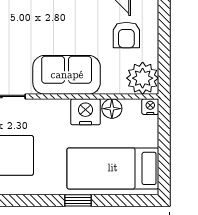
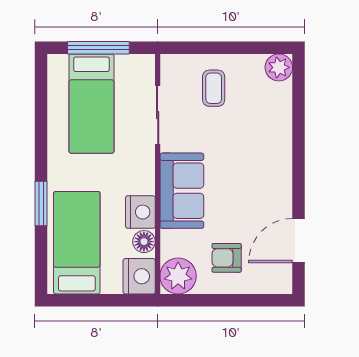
nightstand: (150, 107) -> (139, 276), width x1.89, depth x1.79
window: (78, 200) -> (41, 204), width x1.50

